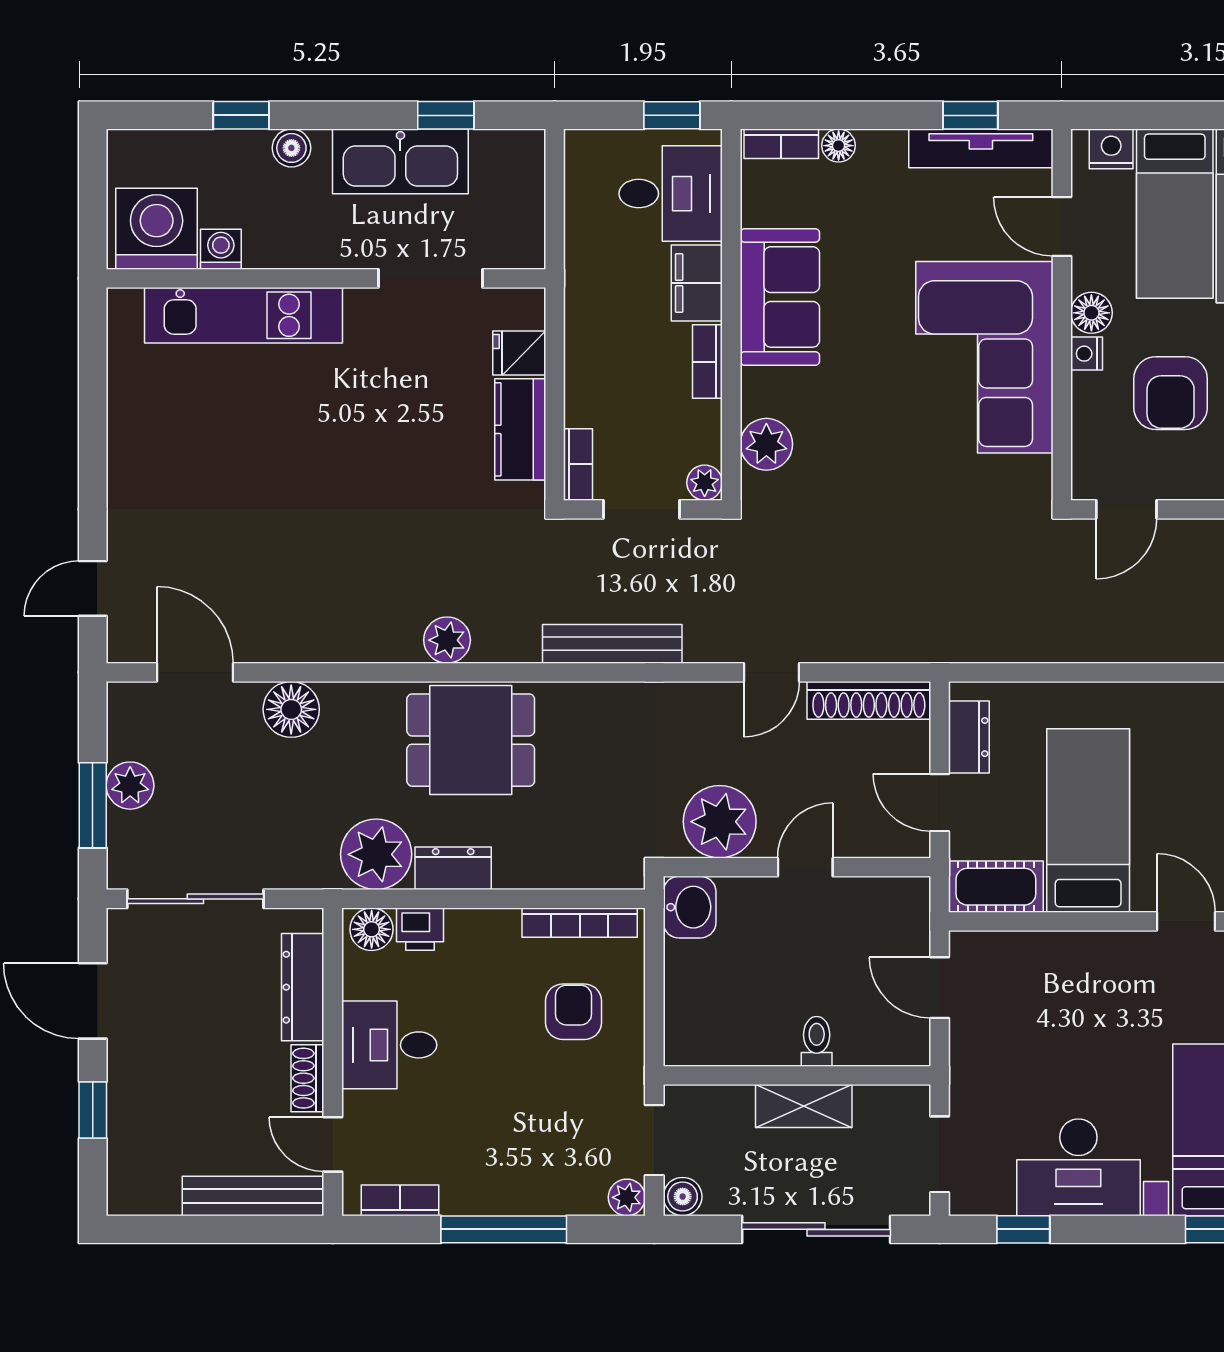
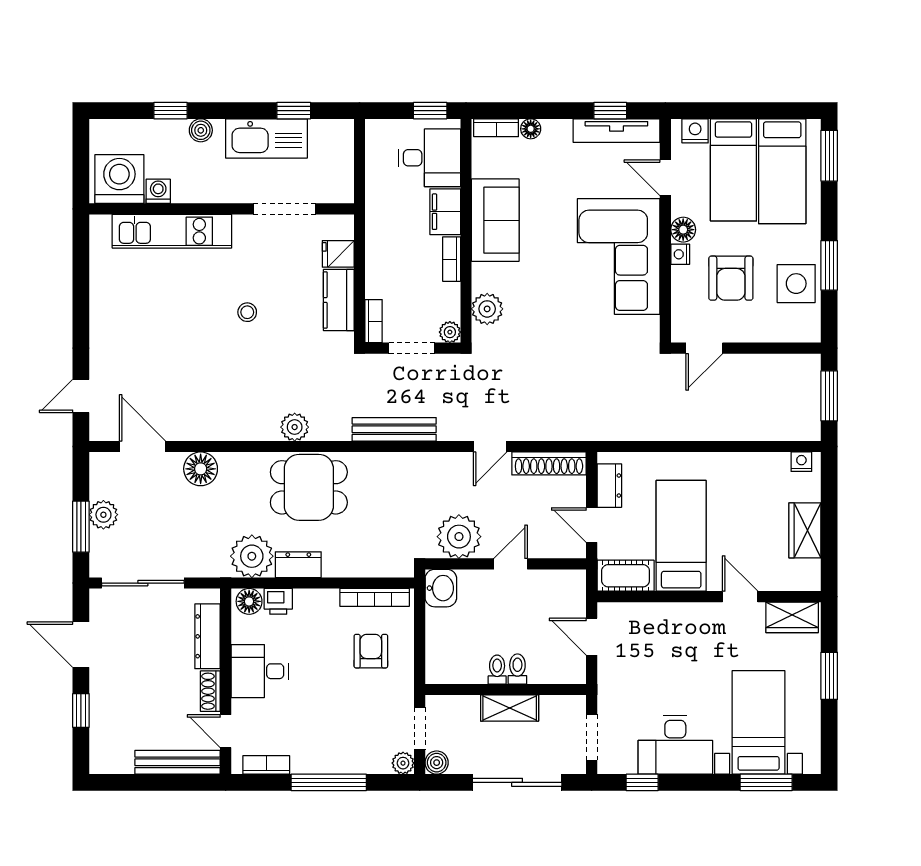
stool: (368, 450) -> (247, 312), added
toilet: (783, 1042) -> (497, 670), added

